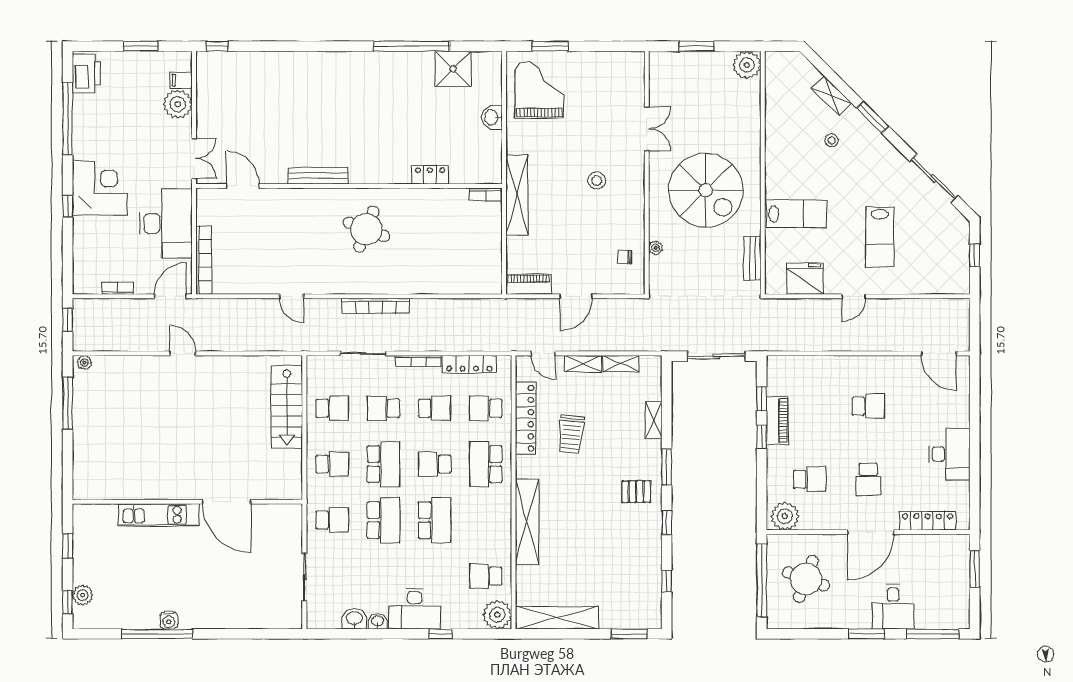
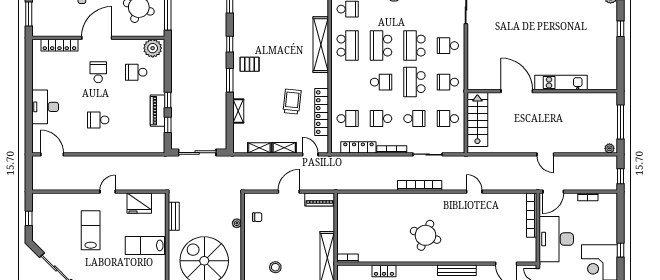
desk: (950, 454) -> (45, 107), moved
school desk: (486, 464) -> (348, 46), moved
wall: (187, 502) -> (542, 91), moved
door: (226, 502) -> (517, 91), moved
kitchen unit: (159, 515) -> (561, 83), moved

